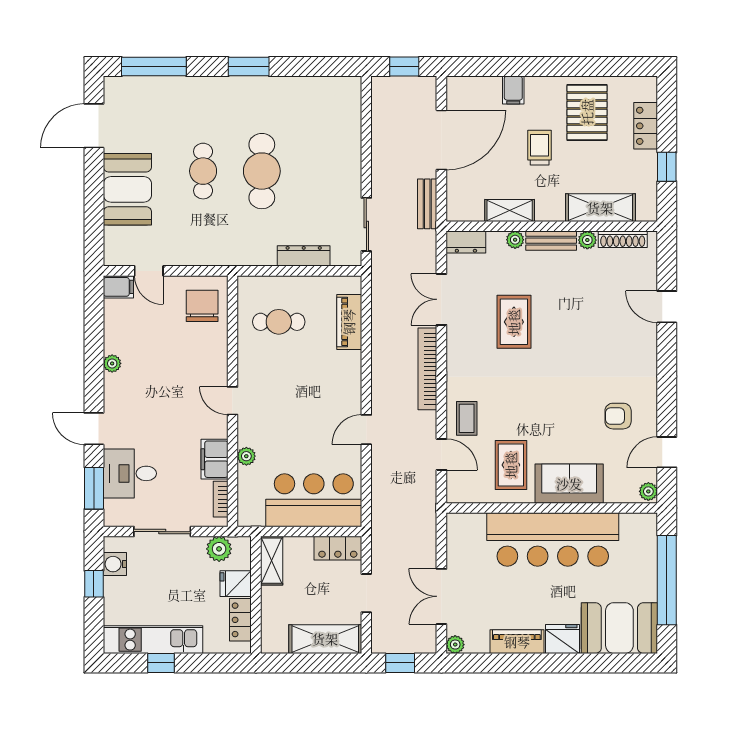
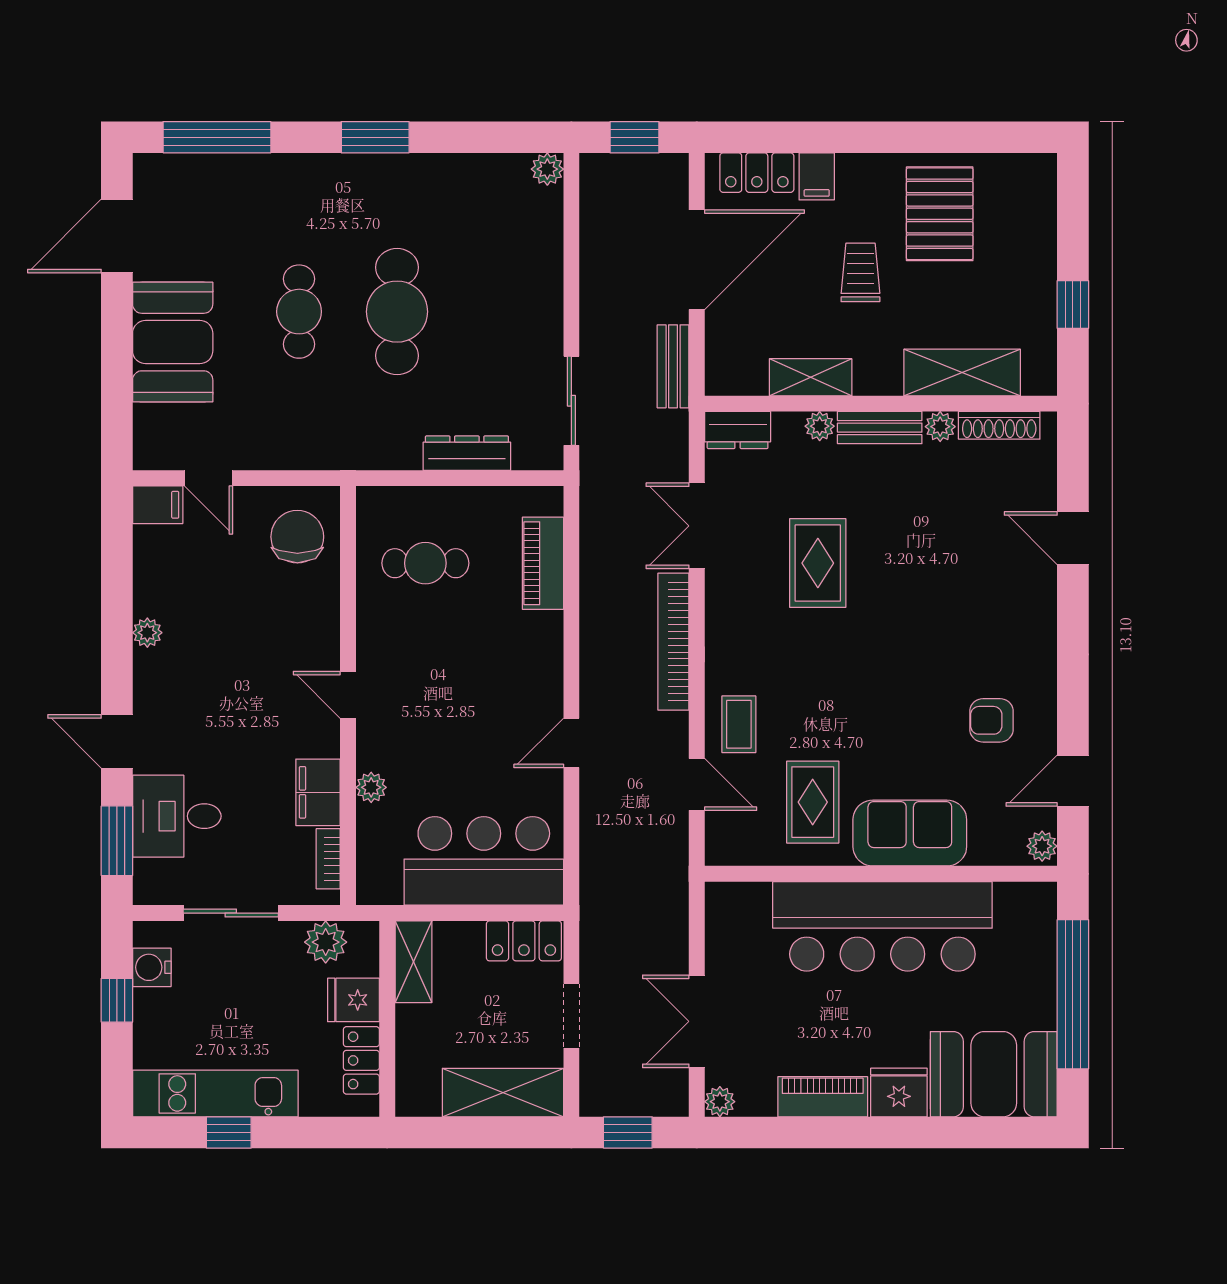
plant: (352, 86) -> (547, 169), added
locker: (646, 126) -> (757, 173), moved, turned -90

